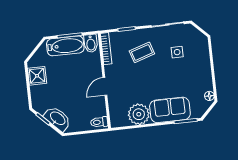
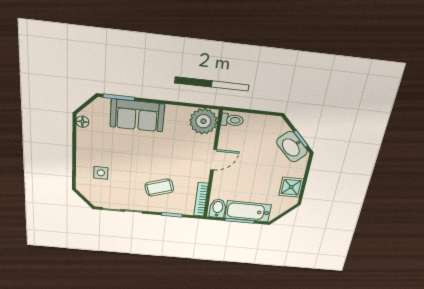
side table: (177, 52) -> (101, 173), moved
plant: (139, 114) -> (203, 121), moved
washbasin: (57, 119) -> (292, 147), moved

